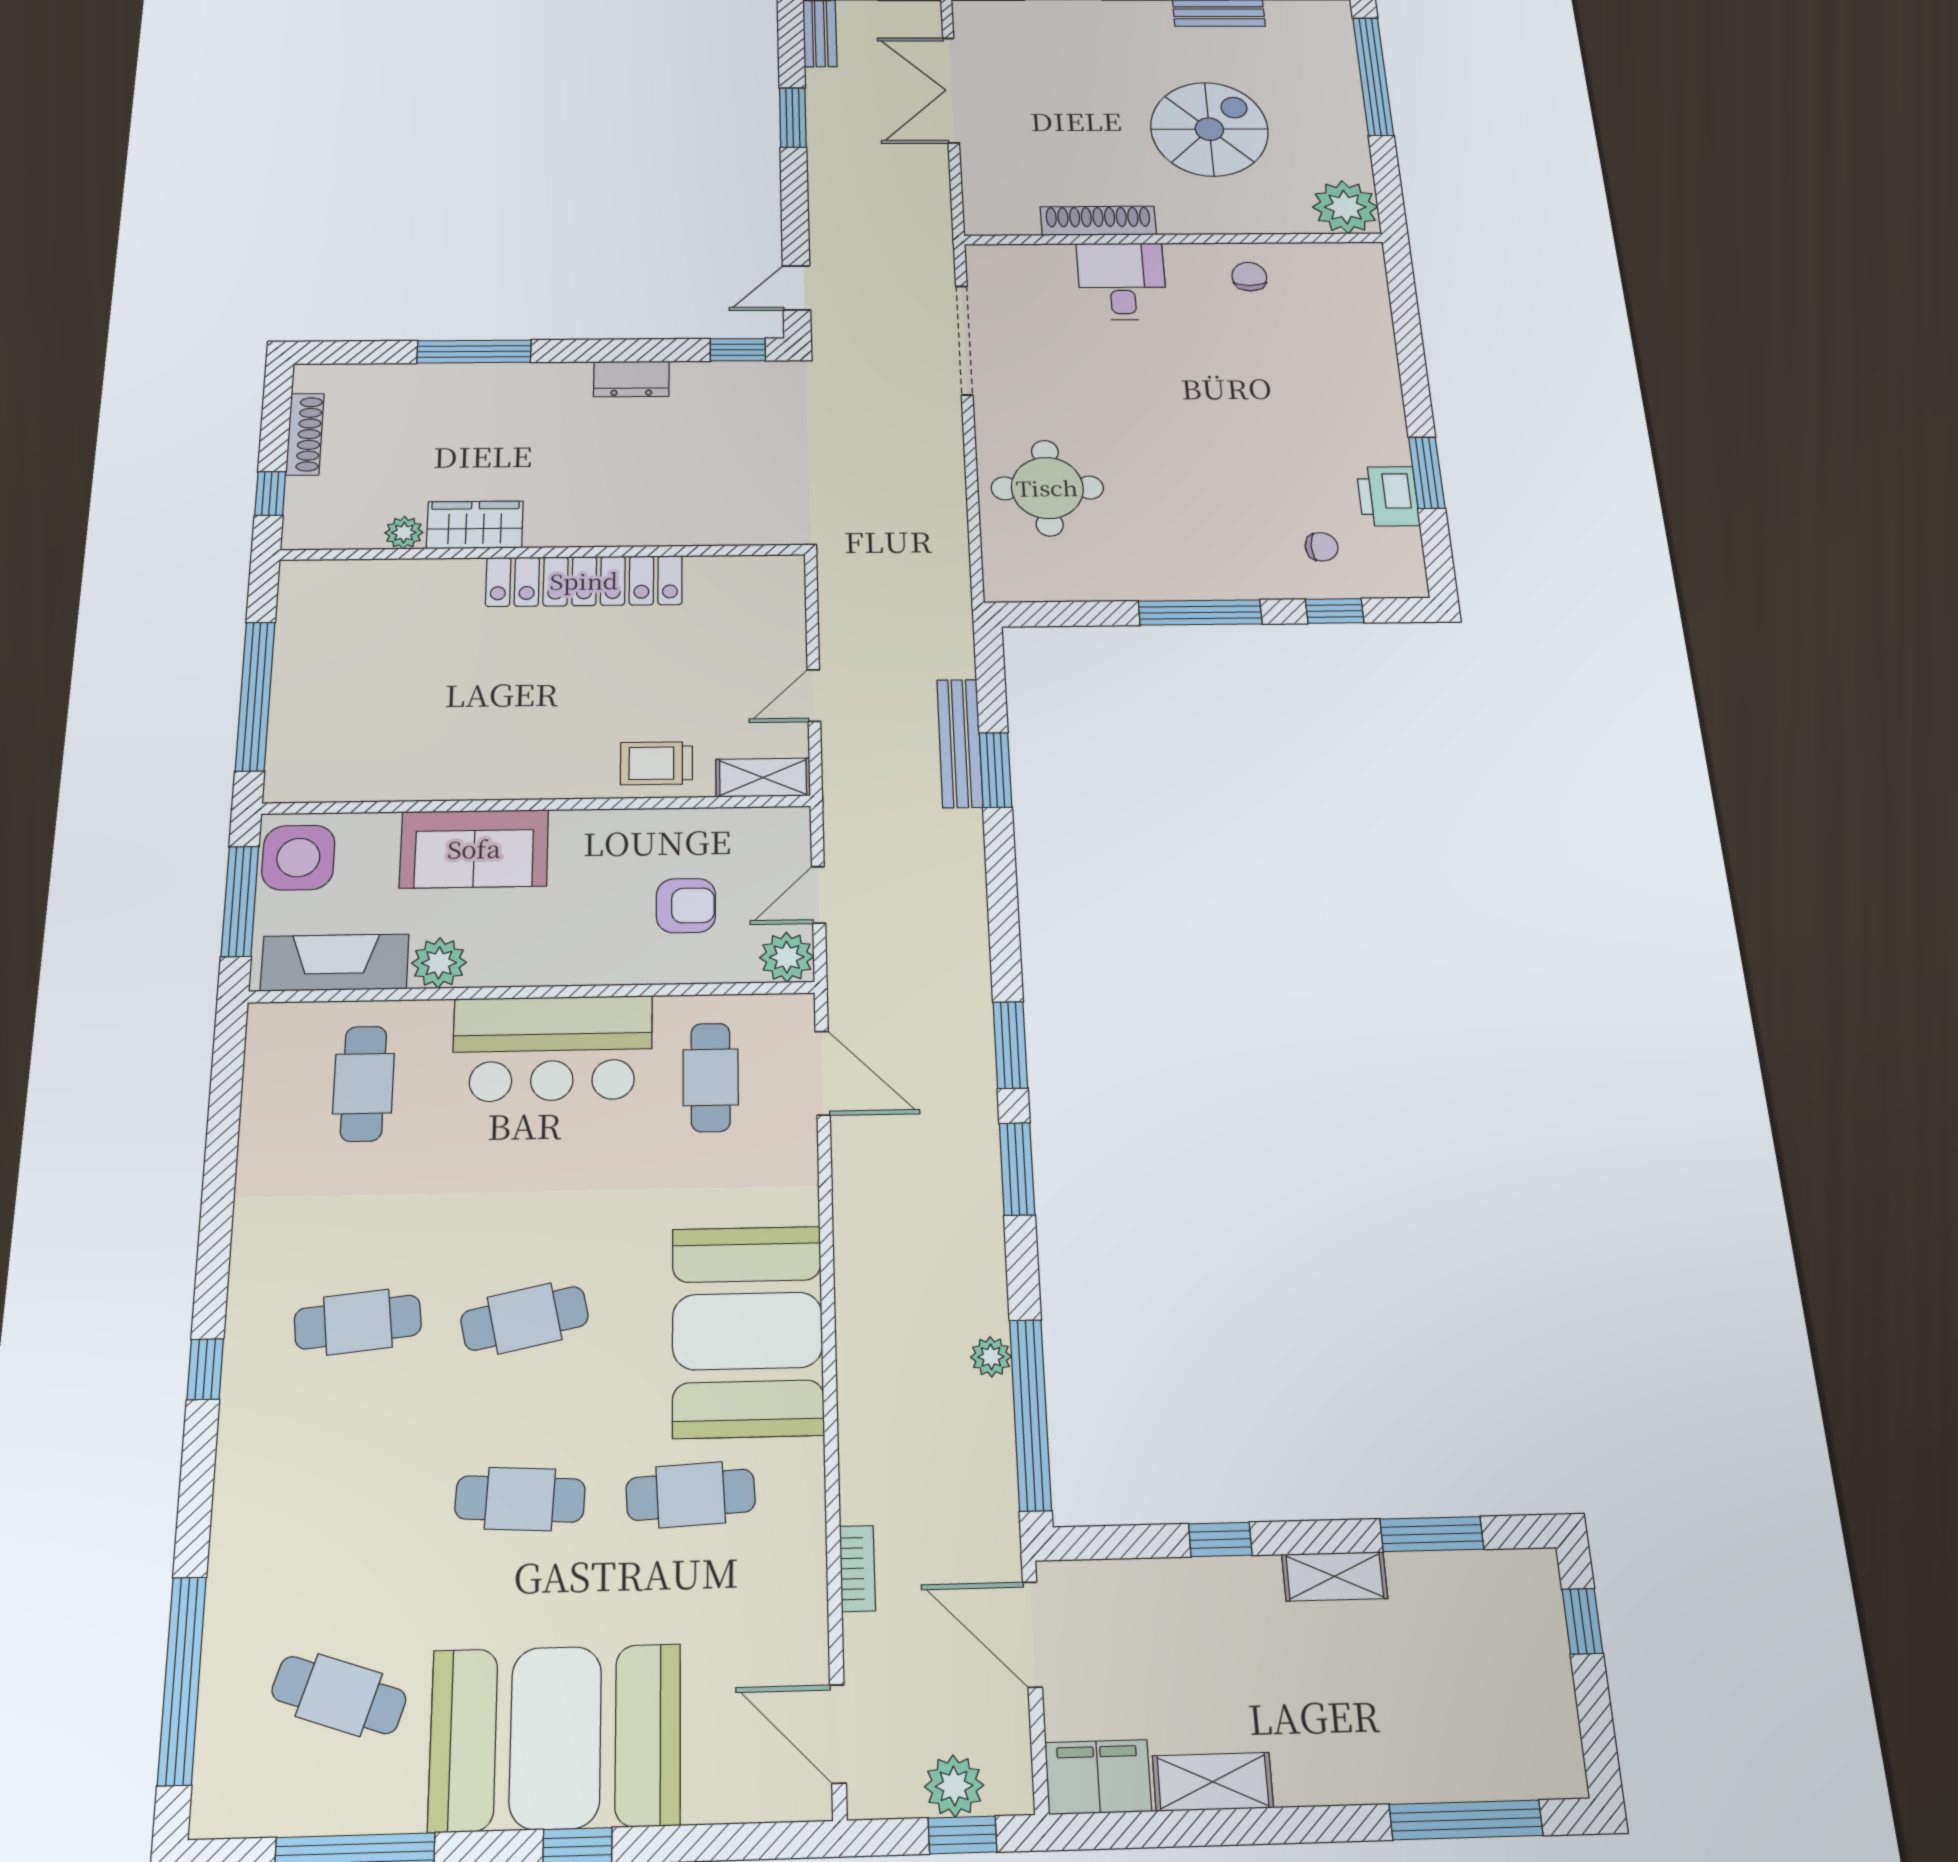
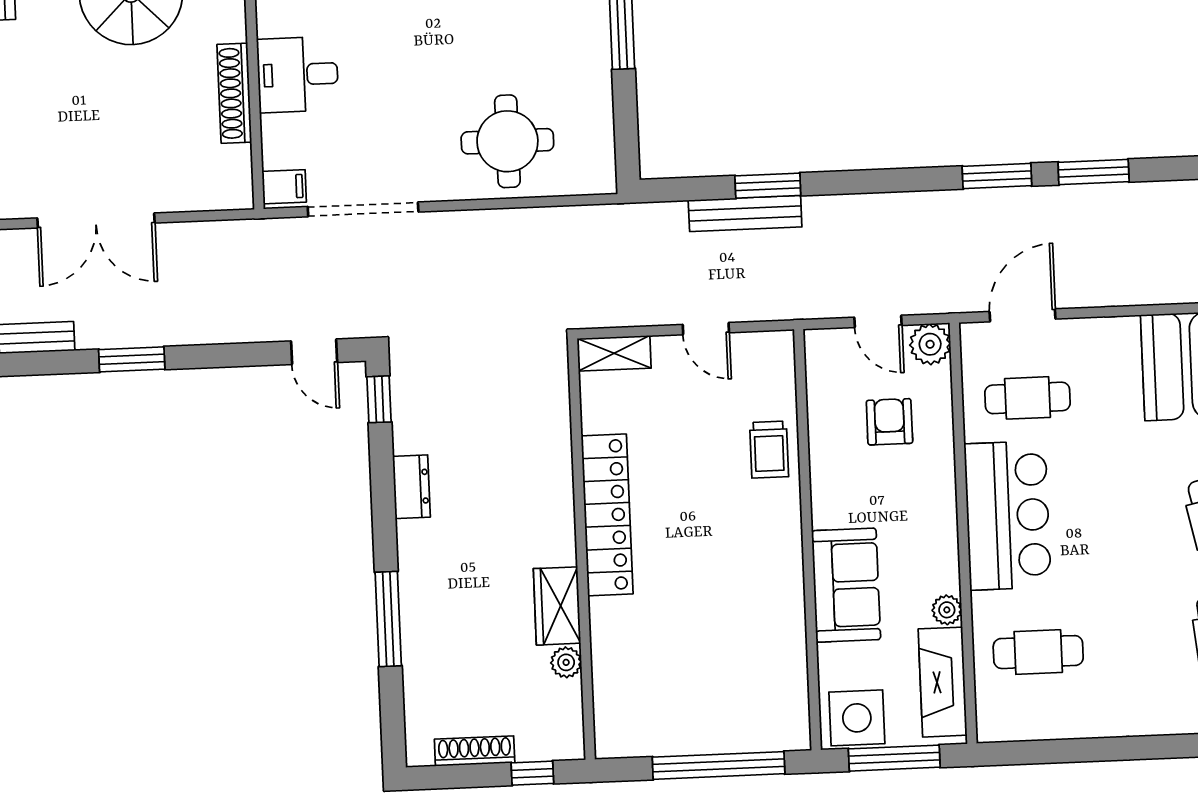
filing cabinet: (990, 265) -> (284, 187), added
shelving: (763, 778) -> (614, 353), moved, turned 90
plant: (439, 963) -> (947, 610), width x0.73, depth x0.73

